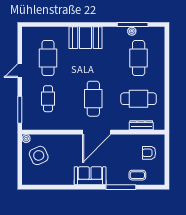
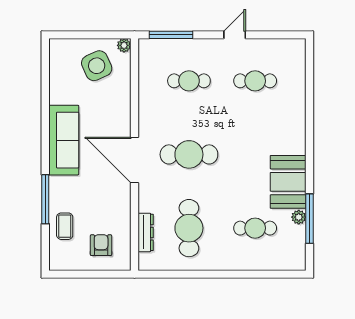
booth: (85, 38) -> (288, 182), moved
cafe table: (48, 58) -> (255, 81), width x0.73, depth x0.74
cafe table: (139, 58) -> (255, 228), width x0.73, depth x0.74
door: (20, 71) -> (235, 35), hinge flipped
sofa: (90, 176) -> (64, 140), width x1.36

